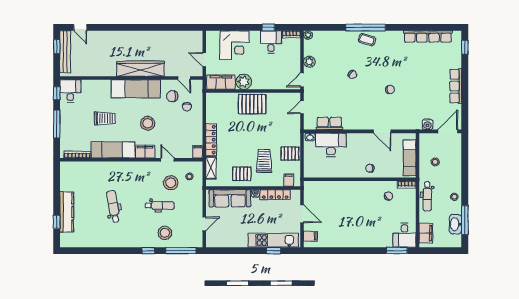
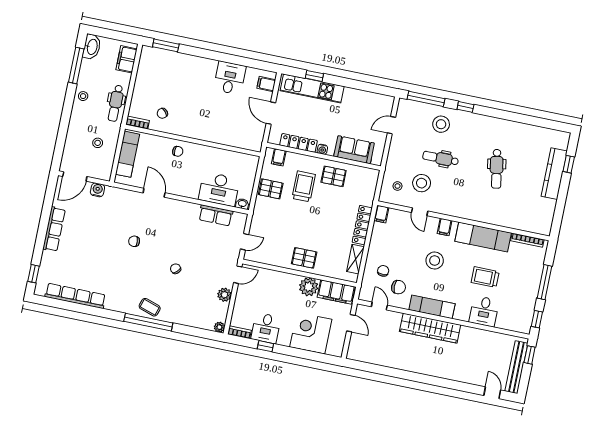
window: (57, 46) -> (530, 355), moved
exam couch: (136, 89) -> (432, 307), width x0.73, depth x0.69
desk: (70, 91) -> (484, 311), moved
pallet: (252, 104) -> (304, 258), width x0.67, depth x0.71
filing cabinet: (145, 152) -> (445, 227), width x0.50
trolley: (264, 161) -> (304, 186), turned 180
shelving: (211, 168) -> (355, 259), moved
dental chair: (427, 196) -> (116, 103), turned 180
sofa: (230, 198) -> (354, 150), width x0.73
washbasin: (455, 224) -> (92, 47), moved
desk: (404, 235) -> (230, 78), moved

